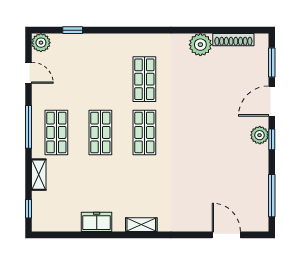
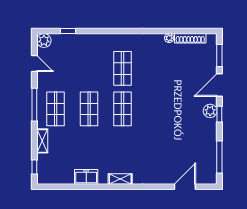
plant: (200, 45) -> (169, 38), width x0.53, depth x0.53
door: (226, 235) -> (185, 187), hinge flipped

